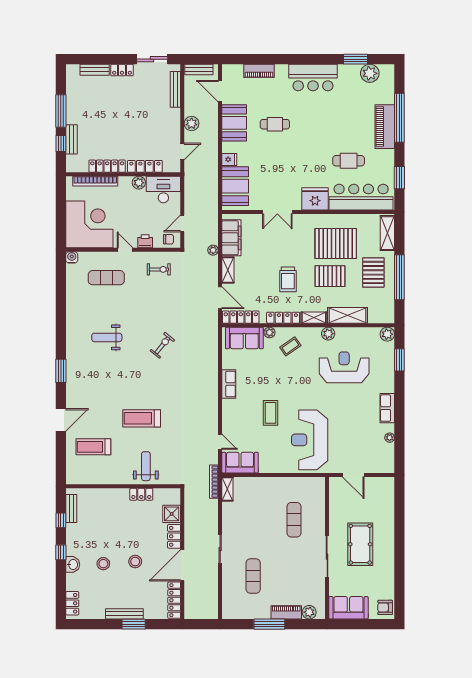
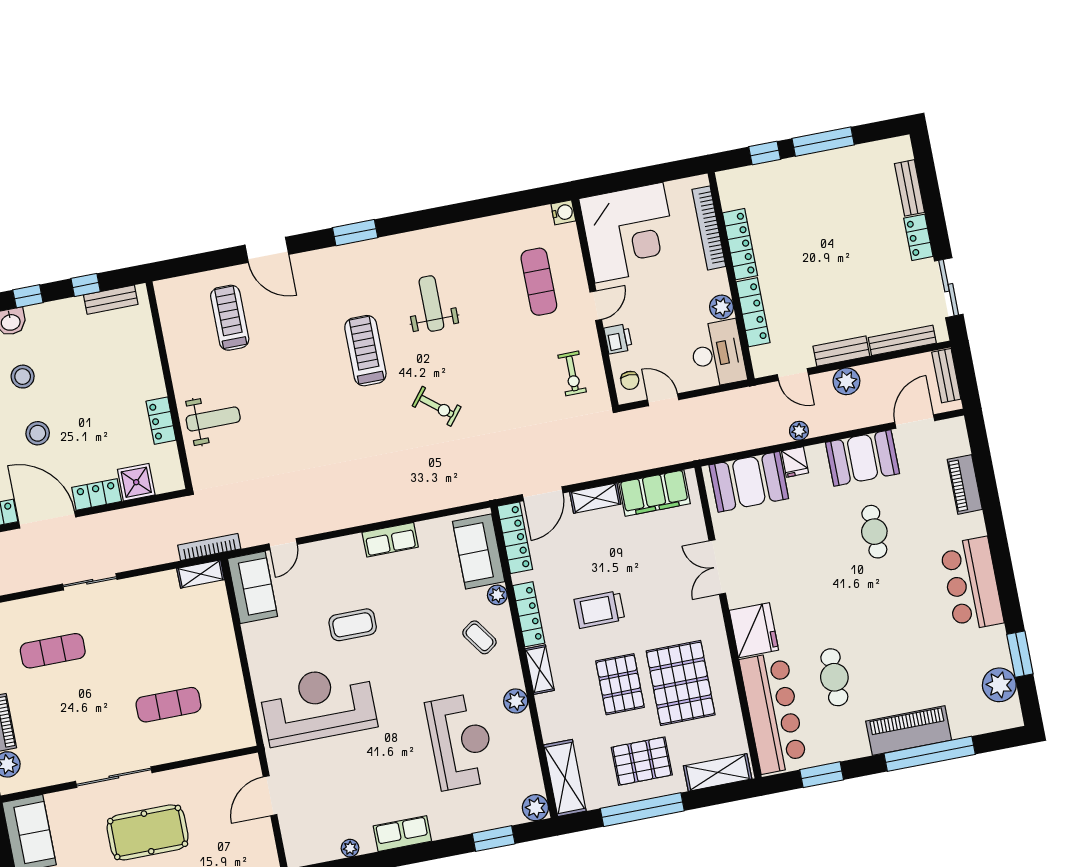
bench: (72, 139) -> (841, 351), moved
plant: (213, 250) -> (799, 431), moved
shelving: (347, 315) -> (565, 778), moved
treadmill: (142, 418) -> (365, 351), moved

